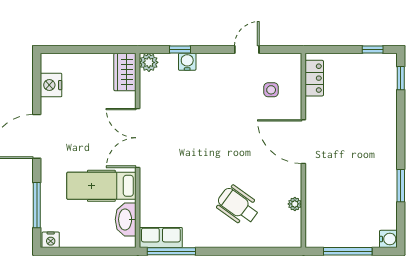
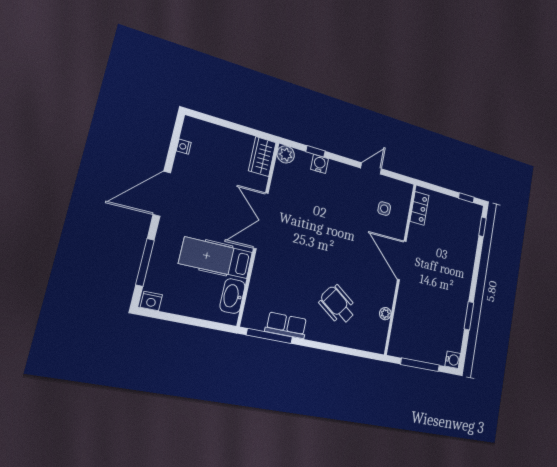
nightstand: (51, 85) -> (184, 147), width x0.53, depth x0.56
row of seats: (161, 238) -> (286, 325), moved

